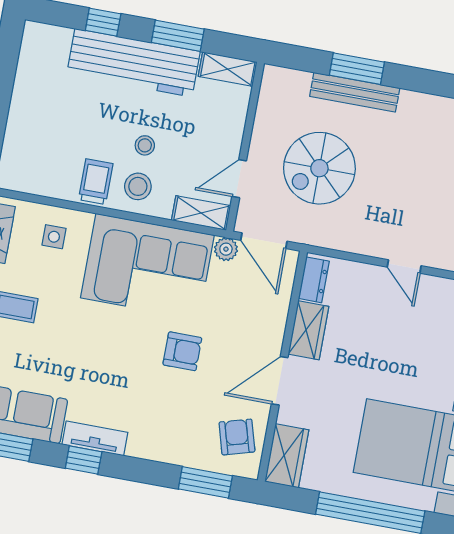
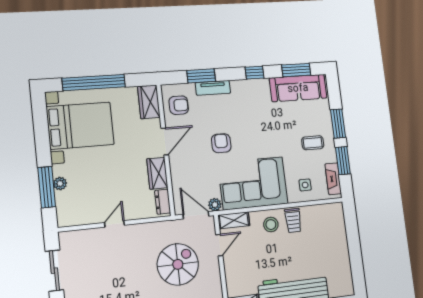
stool: (145, 145) -> (274, 248), removed
door: (404, 266) -> (115, 224), hinge flipped
armchair: (182, 351) -> (221, 143), turned 90
armchair: (237, 437) -> (179, 105), turned -74
tv unit: (95, 438) -> (213, 88), moved
window: (205, 482) -> (201, 76), moved

